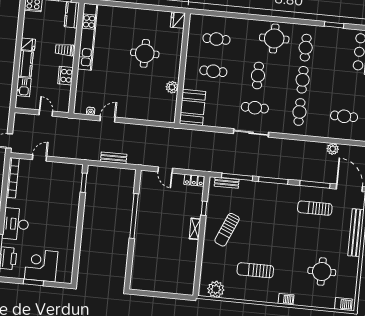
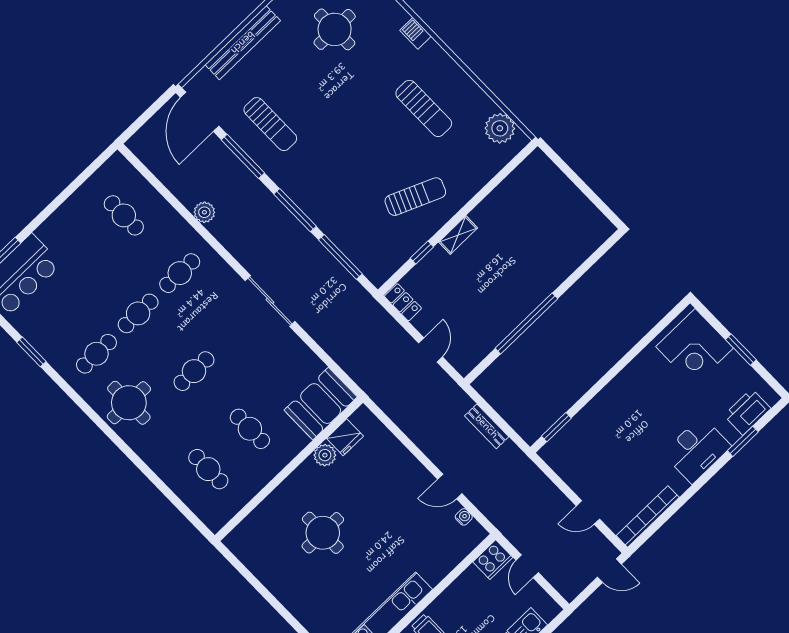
fridge: (178, 20) -> (345, 437), moved
cooker: (65, 76) -> (493, 560), moved
cafe table: (255, 108) -> (236, 331), removed
plant: (333, 149) -> (204, 212), moved
bench: (227, 183) -> (361, 261), removed
corner desk: (41, 265) -> (695, 347), moved

